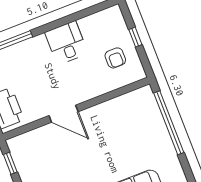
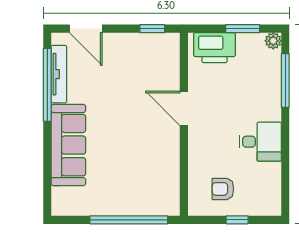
door: (64, 114) -> (184, 108), hinge flipped

